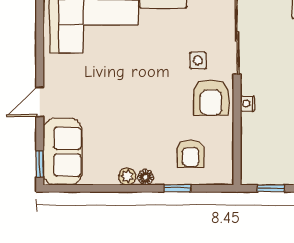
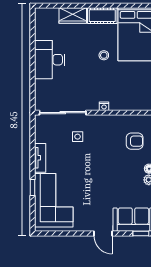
armchair: (211, 98) -> (100, 129), removed

